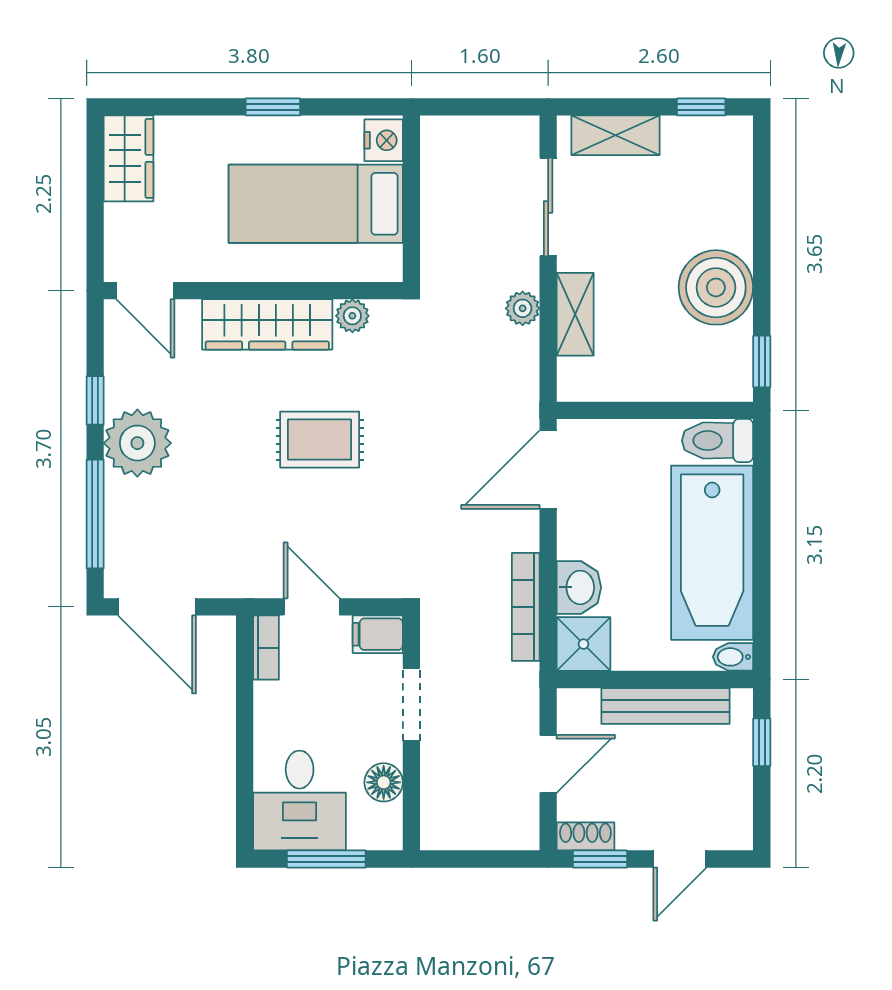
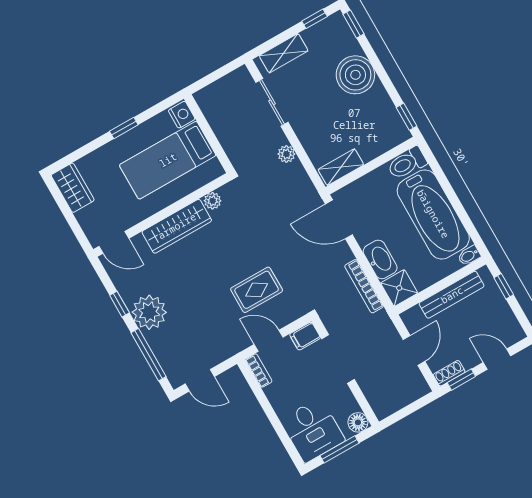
window: (762, 154) -> (353, 24), added
boiler: (716, 287) -> (355, 75), moved
shelving: (575, 314) -> (341, 167), moved, turned 90
rug: (320, 440) -> (257, 290), moved
door: (548, 470) -> (339, 219), hinge flipped
washbasin: (579, 587) -> (380, 259), width x1.38
door: (157, 607) -> (200, 380), width x0.73
doorway: (411, 705) -> (338, 359), width x1.38
floor lamp: (384, 782) -> (358, 422), moved
door: (680, 859) -> (497, 359), swing flipped

